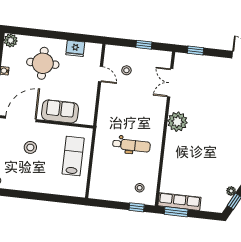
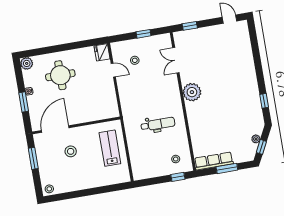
fridge: (75, 48) -> (102, 52), moved, turned 90
sofa: (60, 111) -> (87, 113), removed
window: (176, 212) -> (227, 168), moved

